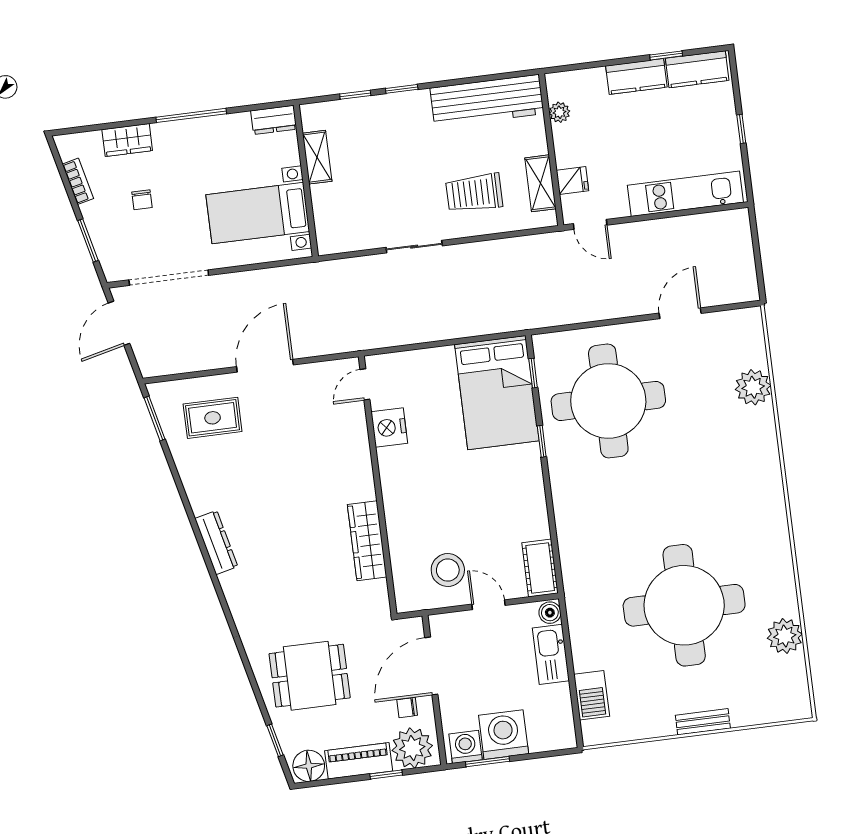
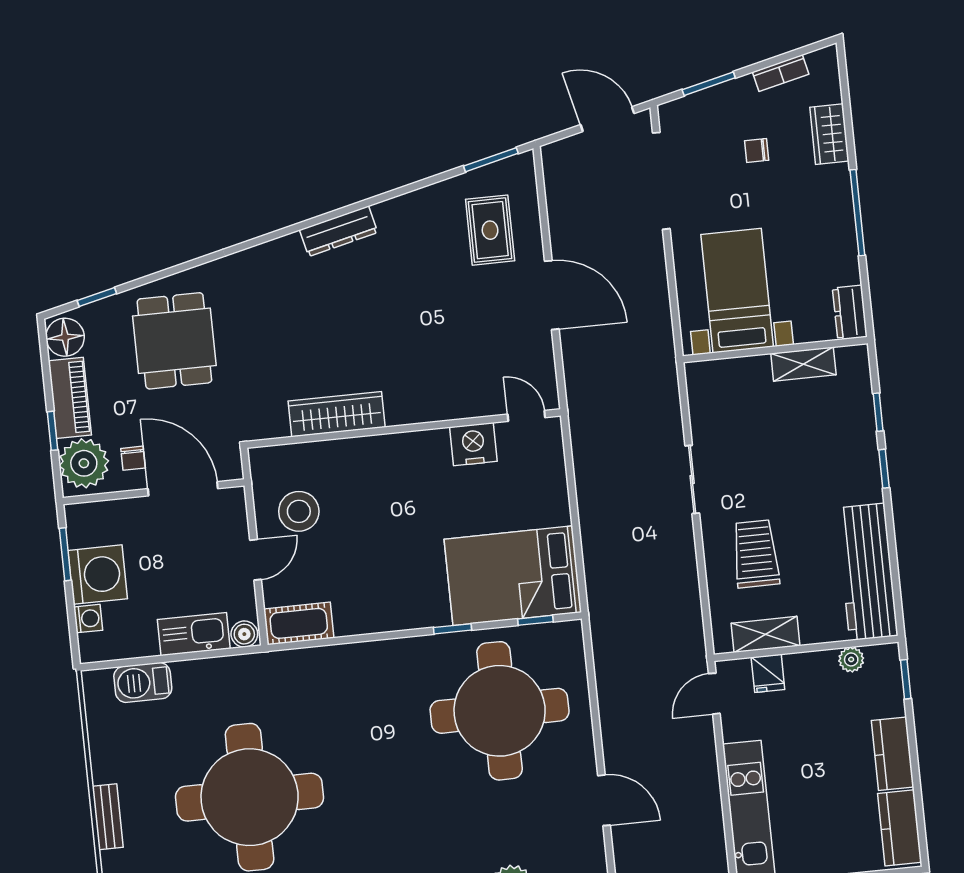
window: (666, 55) -> (906, 679), moved
chair: (407, 708) -> (133, 458), turned 180
washing machine: (466, 747) -> (88, 619), moved, width x0.73, depth x0.73

